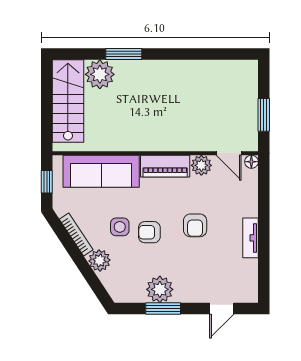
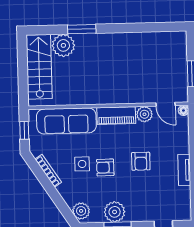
plant: (99, 260) -> (81, 211), moved

